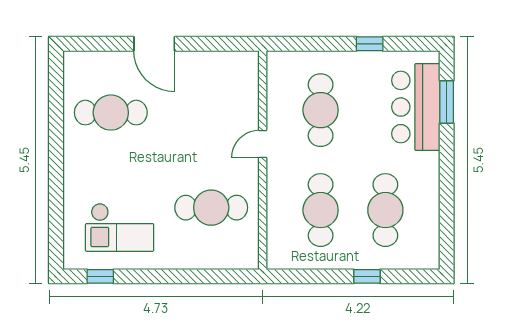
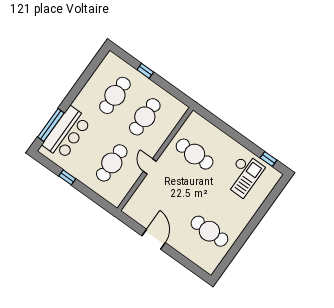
door: (154, 44) -> (154, 239), moved
window: (447, 102) -> (51, 125), width x1.44
door: (263, 144) -> (150, 166), swing flipped
checkout: (120, 227) -> (243, 175), turned 90

